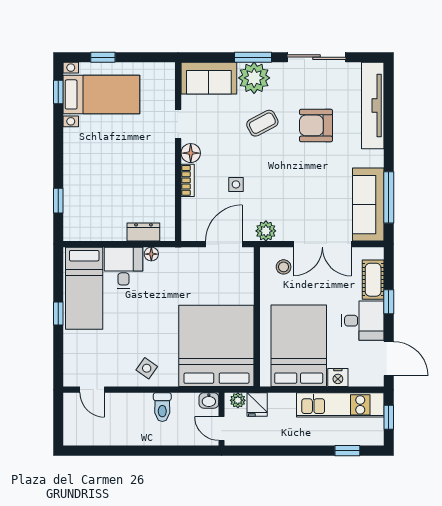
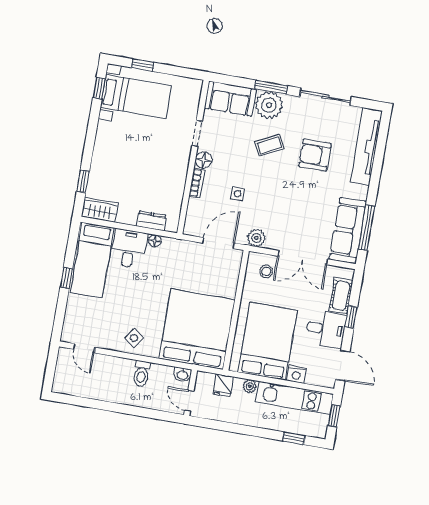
wardrobe: (83, 230) -> (100, 210), added
plant: (238, 400) -> (250, 386), moved

